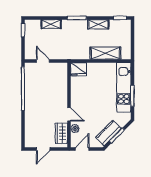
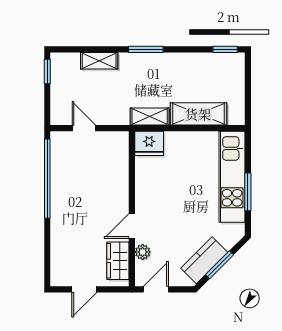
shelving: (98, 24) -> (150, 116), moved
door: (69, 114) -> (132, 226), swing flipped

